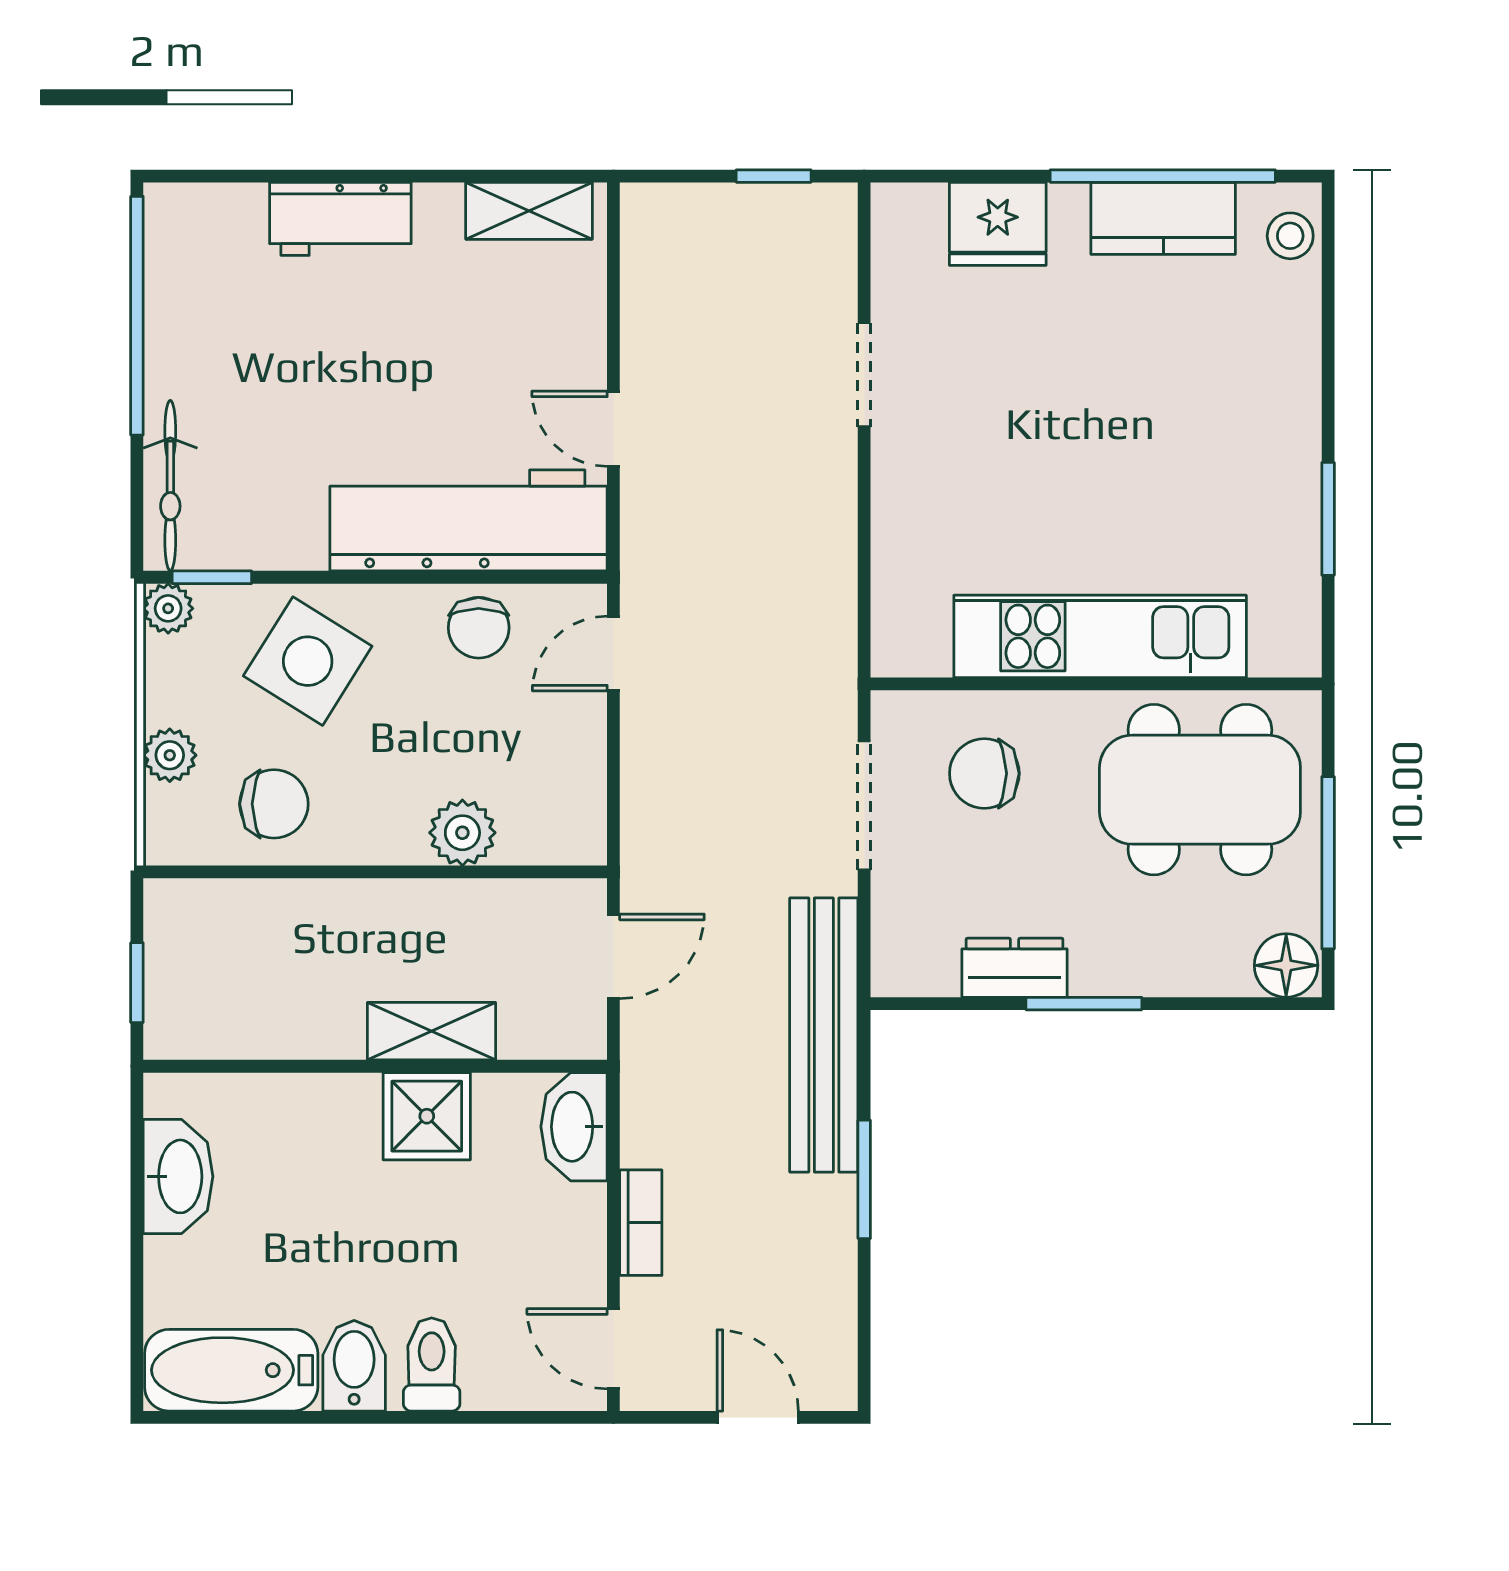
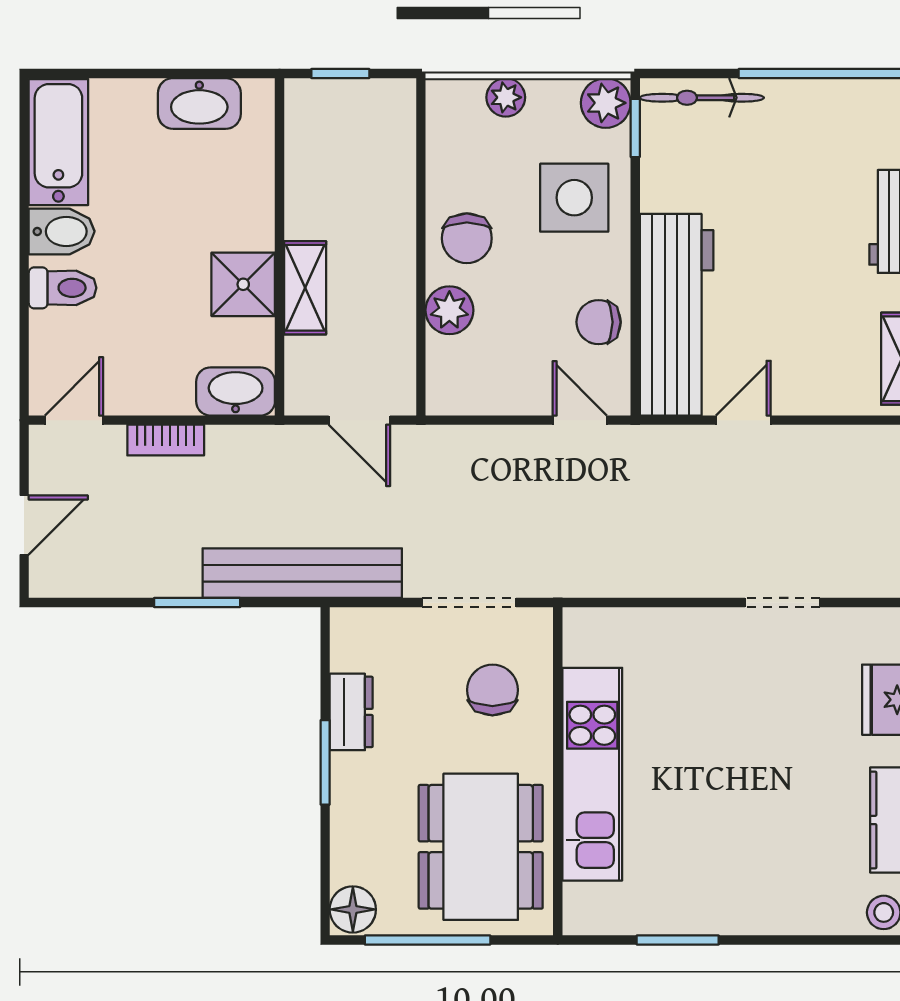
plant: (168, 608) -> (606, 103), width x1.38, depth x1.38
side table: (308, 661) -> (574, 198), turned -32
chair: (274, 804) -> (467, 238), moved

